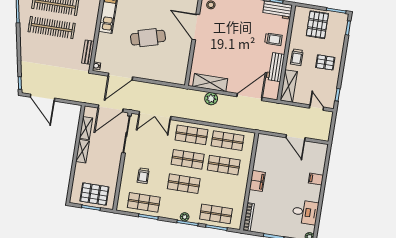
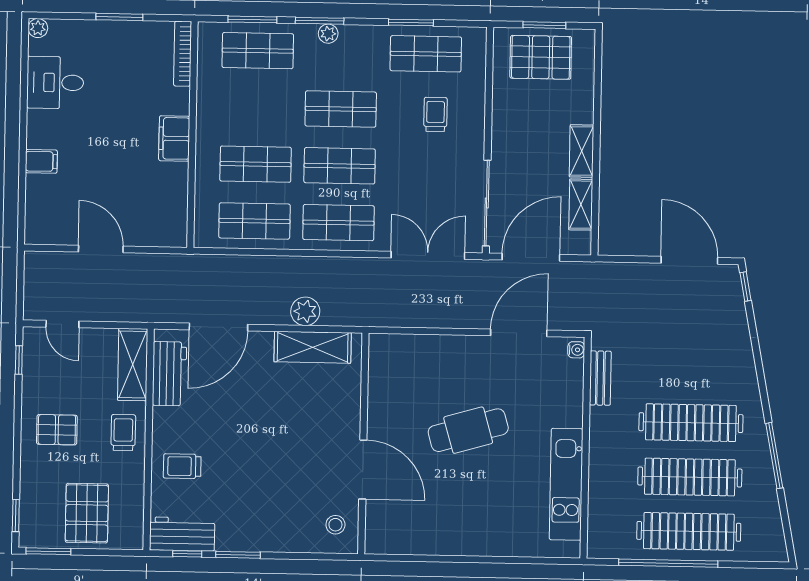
workbench: (275, 67) -> (169, 374), moved

